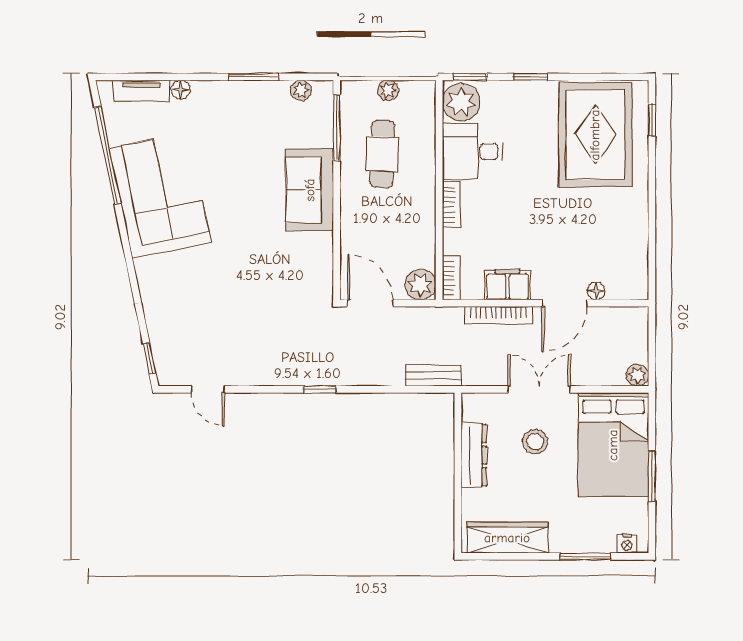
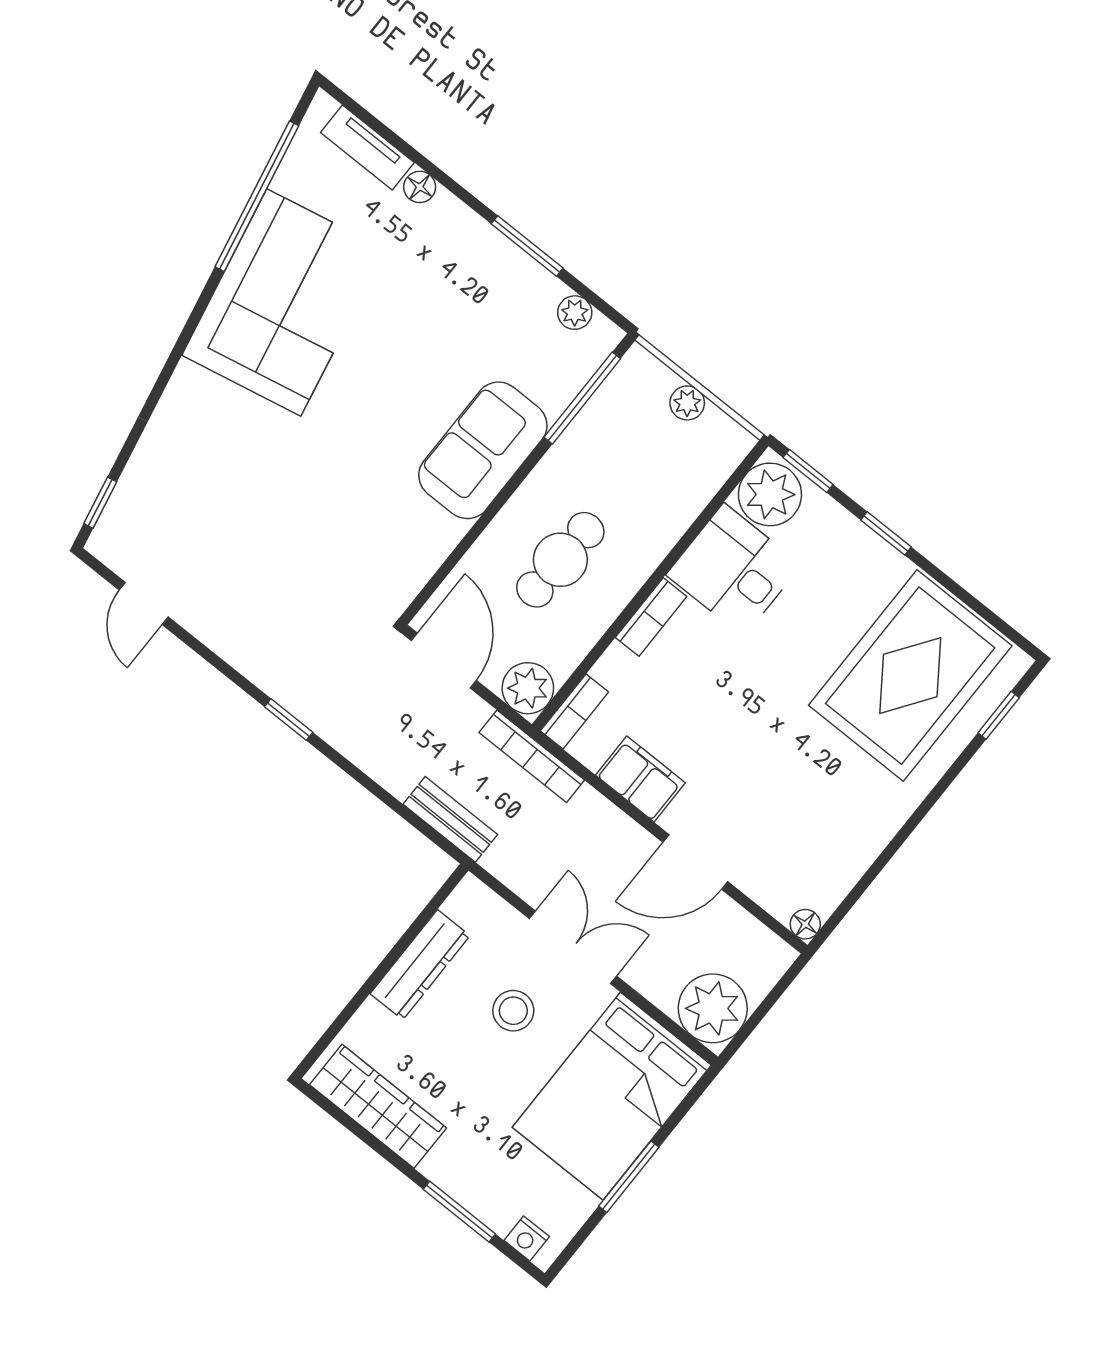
cafe table: (382, 154) -> (560, 560), moved
floor lamp: (596, 291) -> (805, 924), moved
bookcase: (498, 315) -> (532, 756), moved
plant: (638, 375) -> (713, 1008), width x1.87, depth x1.87

